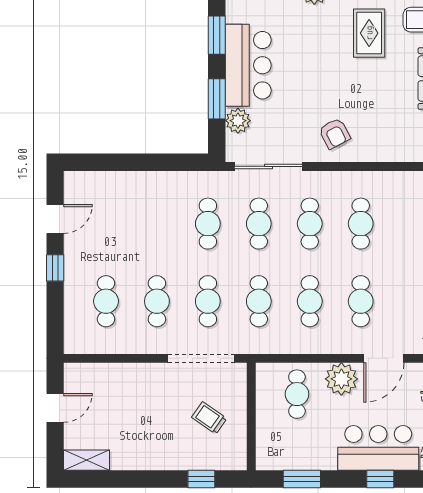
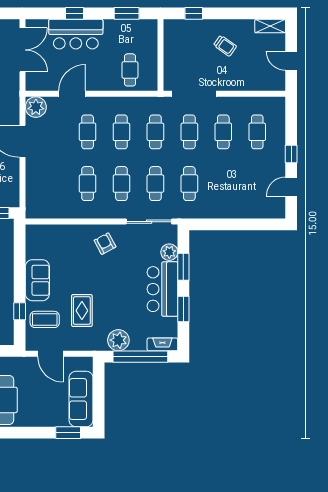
plant: (341, 379) -> (100, 80), removed
door: (55, 408) -> (291, 61), hinge flipped
trolley: (209, 418) -> (225, 46), moved

